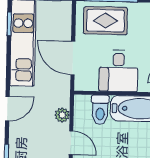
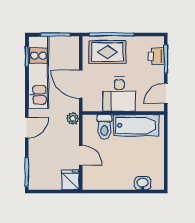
plant: (62, 115) -> (73, 118), moved

